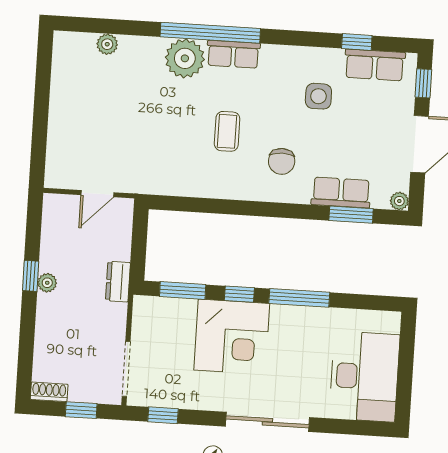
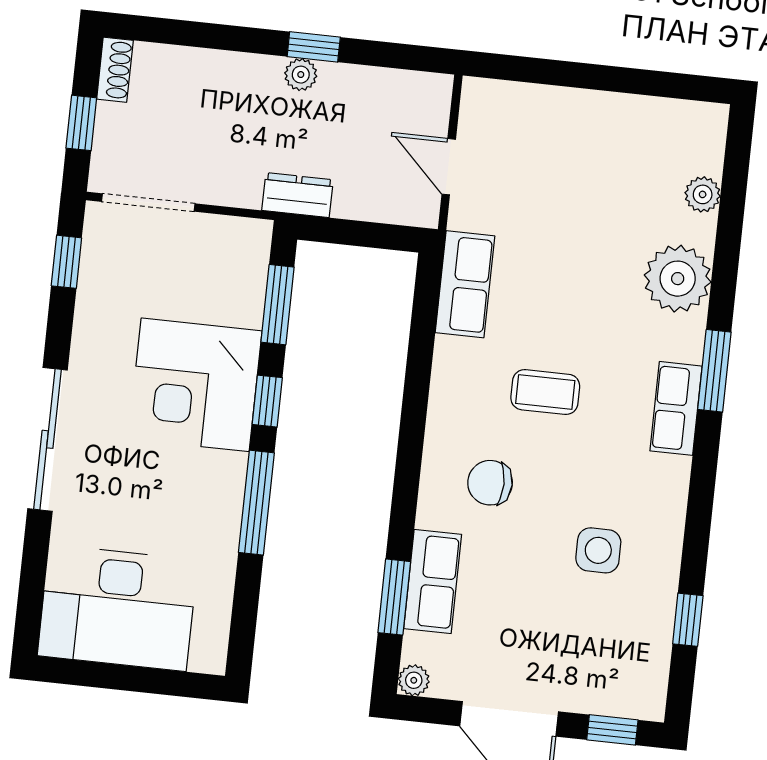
window: (210, 33) -> (714, 371), width x0.47
plant: (185, 58) -> (678, 279), moved
row of seats: (375, 65) -> (465, 284), moved, turned 180

